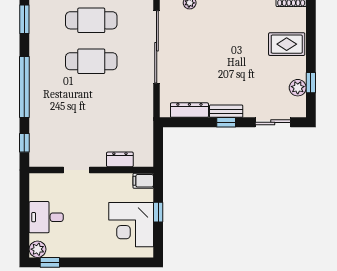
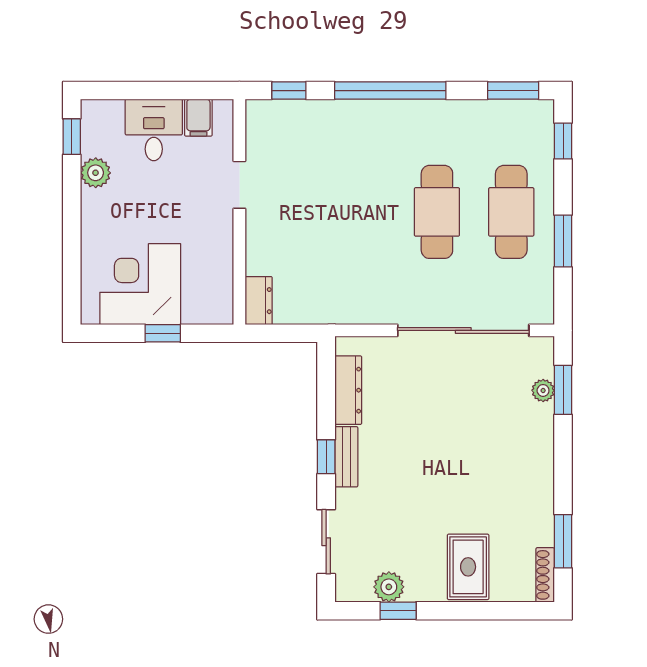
dresser: (120, 159) -> (259, 301), moved
filing cabinet: (143, 181) -> (198, 118), moved, turned 180
plant: (38, 249) -> (96, 173), moved

